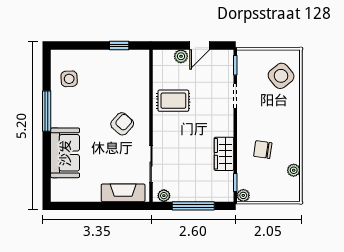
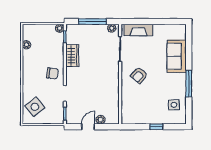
window: (119, 45) -> (156, 127), moved
rug: (173, 101) -> (105, 90), removed
chair: (263, 150) -> (52, 73), moved

